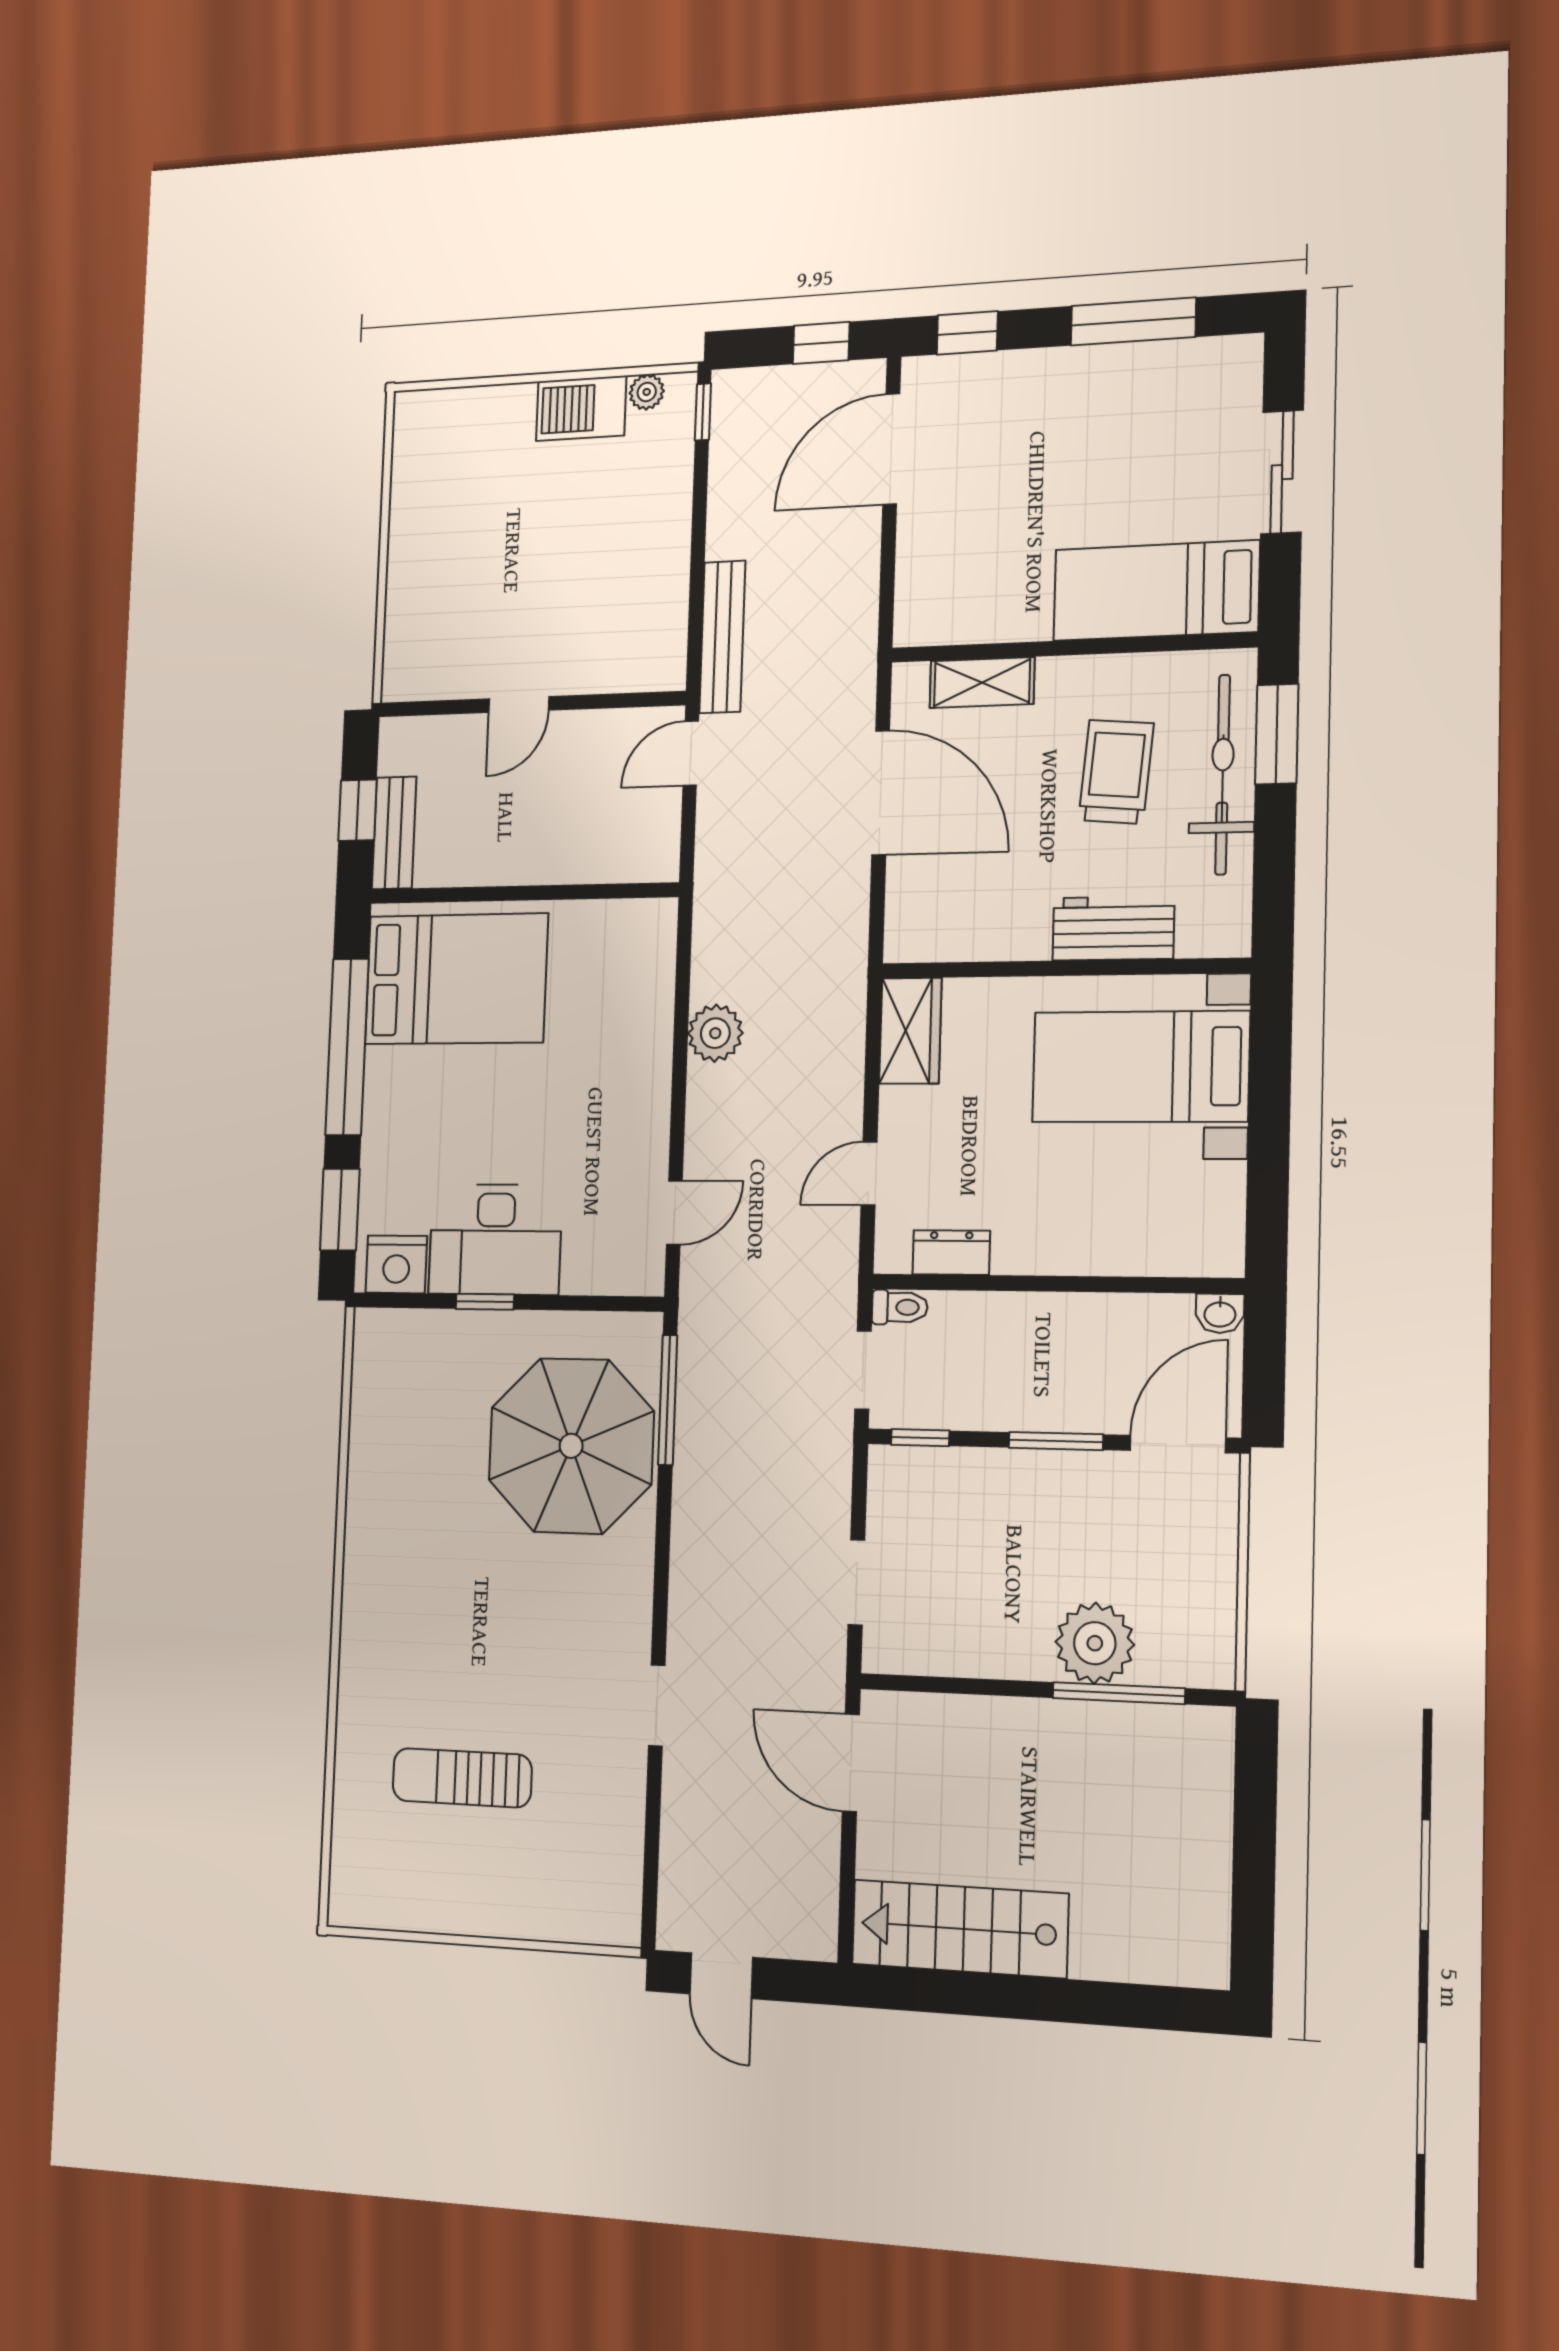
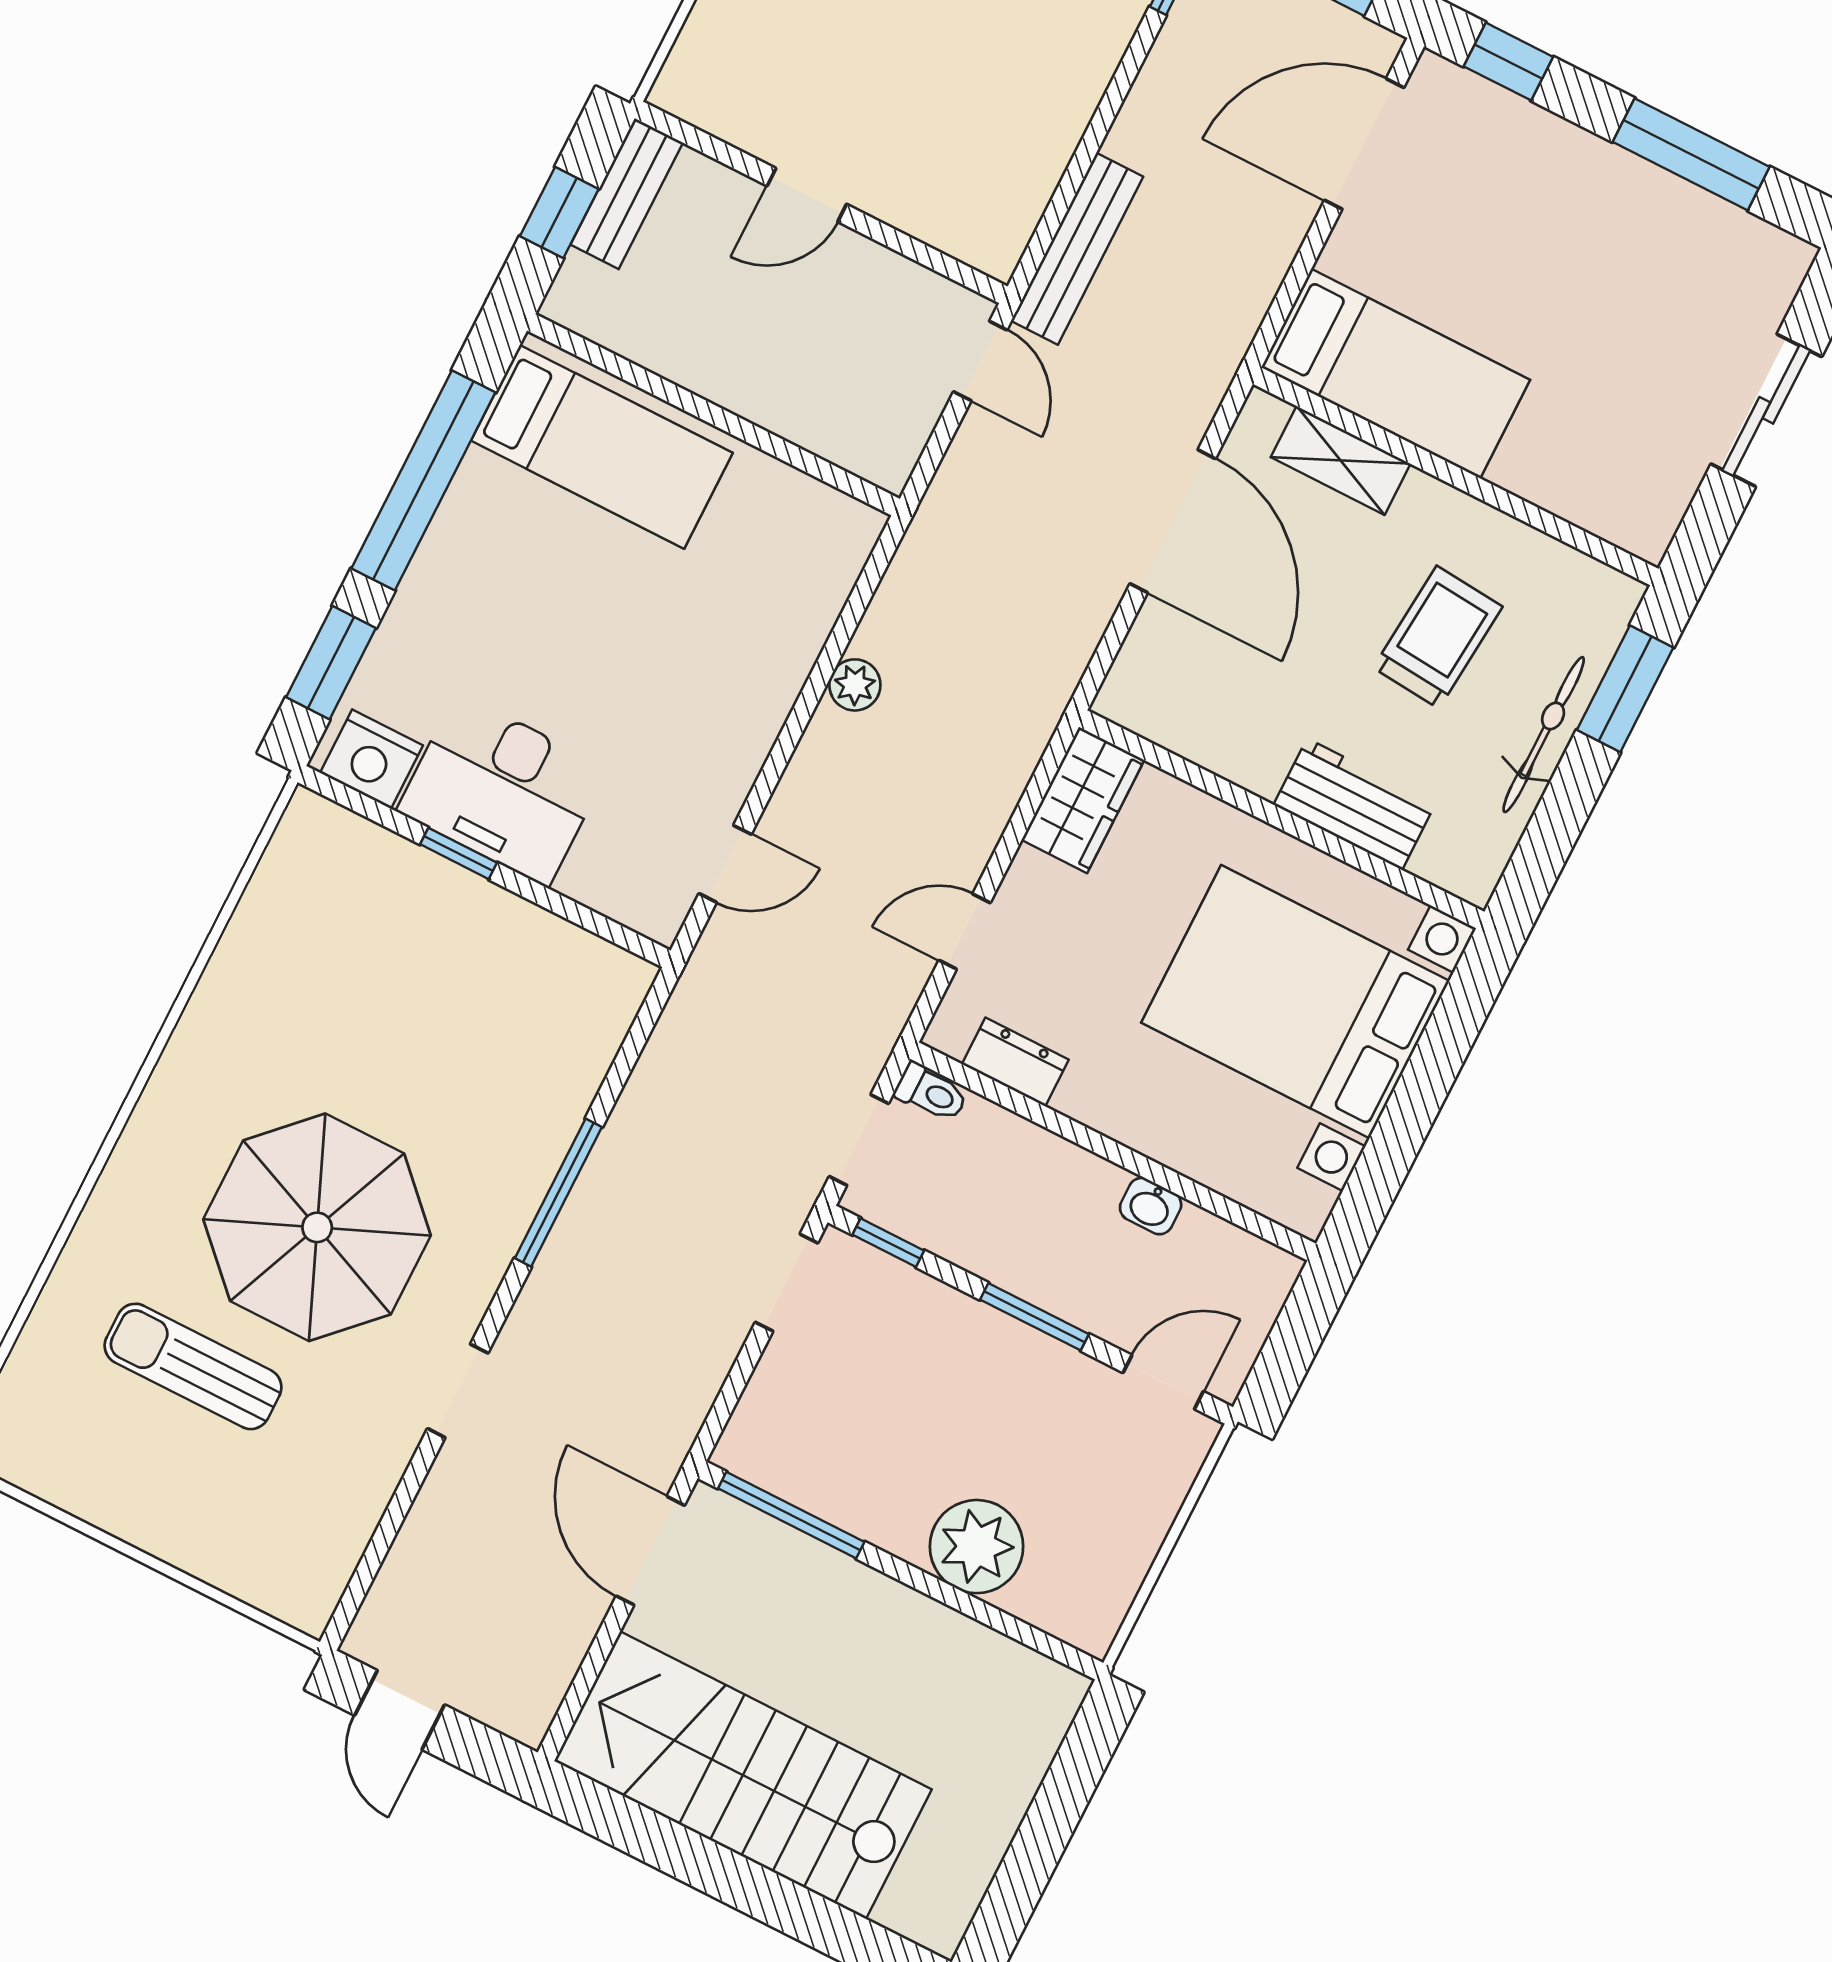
bed: (1156, 591) -> (1396, 374), moved, turned 180
door: (691, 753) -> (980, 361), swing flipped
bicycle: (1223, 775) -> (1544, 735), width x0.73, depth x0.71
bench: (394, 833) -> (627, 194), moved
bed: (456, 979) -> (602, 447), width x0.67
plant: (715, 1033) -> (855, 685), width x0.73, depth x0.73
bed with nightstands: (1141, 1067) -> (1295, 1002), width x1.36
washbasin: (1220, 1313) -> (1151, 1206), moved
window: (668, 1400) -> (558, 1193), moved
door: (1178, 1444) -> (1163, 1382), width x0.73
parasol: (571, 1446) -> (317, 1227), moved
doorway: (856, 1582) -> (786, 1283), moved
window: (1119, 1693) -> (791, 1515), moved
stairs: (960, 1929) -> (743, 1775), width x1.36, depth x1.51

